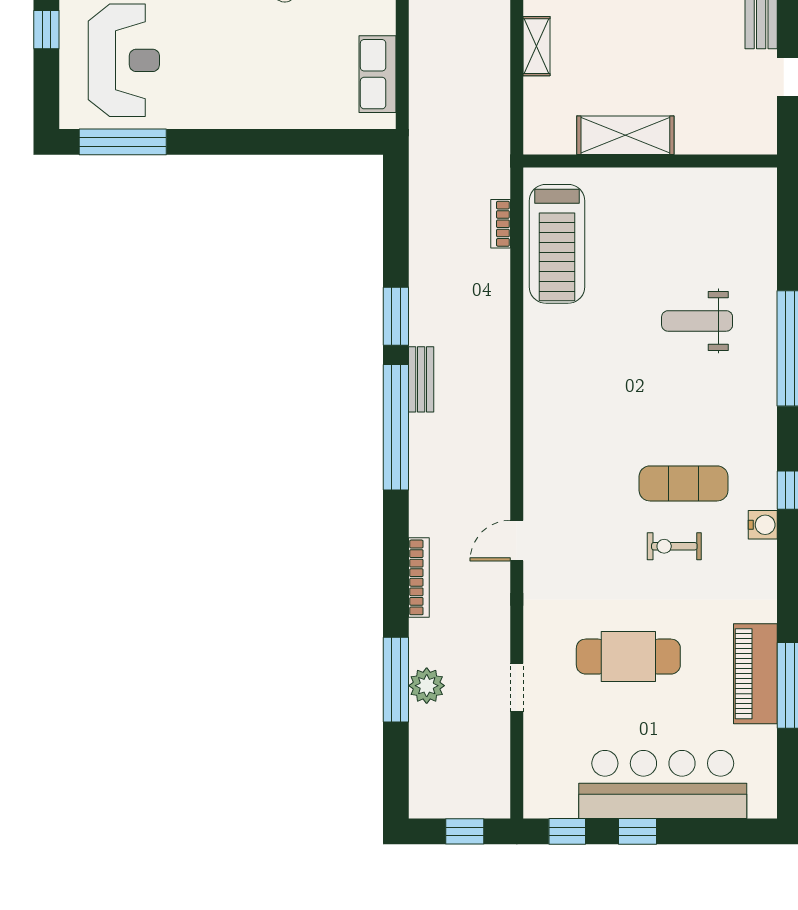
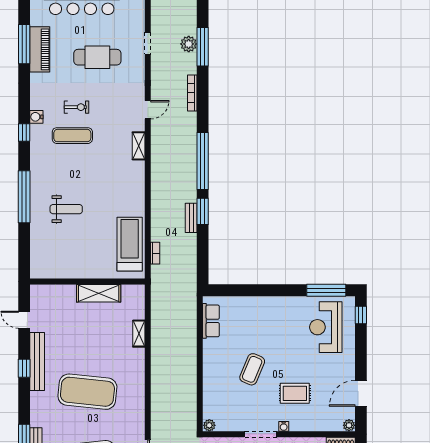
window: (46, 30) -> (361, 315), moved
bench: (421, 379) -> (191, 218), moved
shelving: (537, 461) -> (139, 146), added

